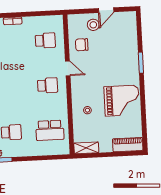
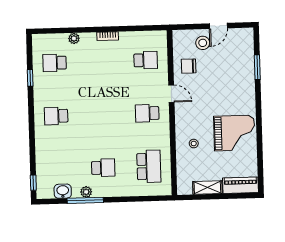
window: (141, 63) -> (257, 67), moved
school desk: (48, 85) -> (147, 113), turned 180
school desk: (50, 130) -> (149, 166), turned -90
shelving: (86, 148) -> (207, 188), moved

